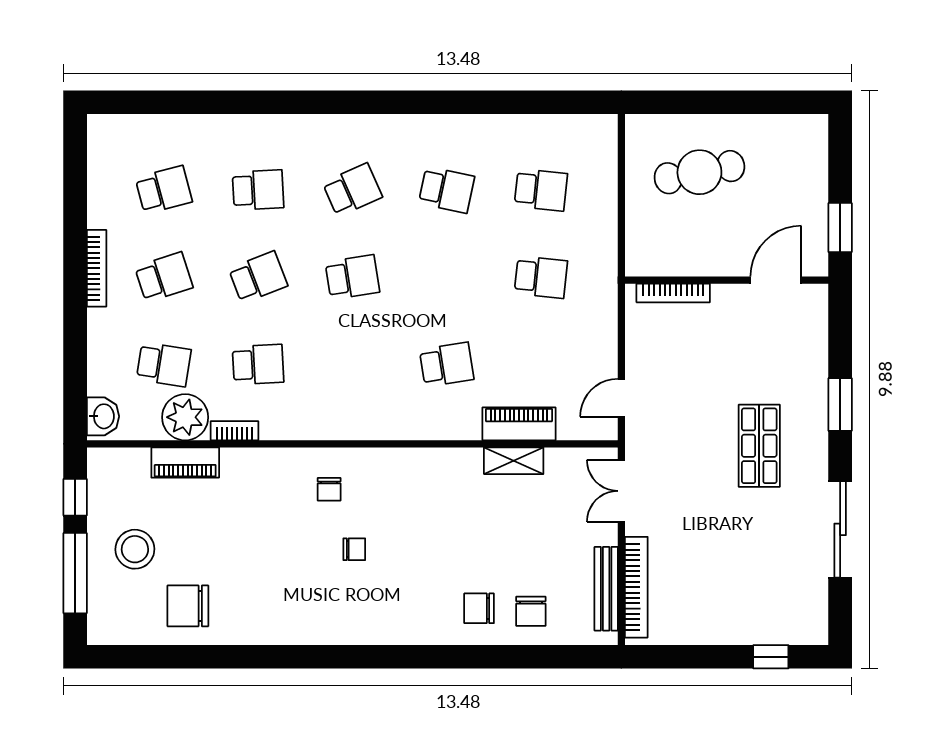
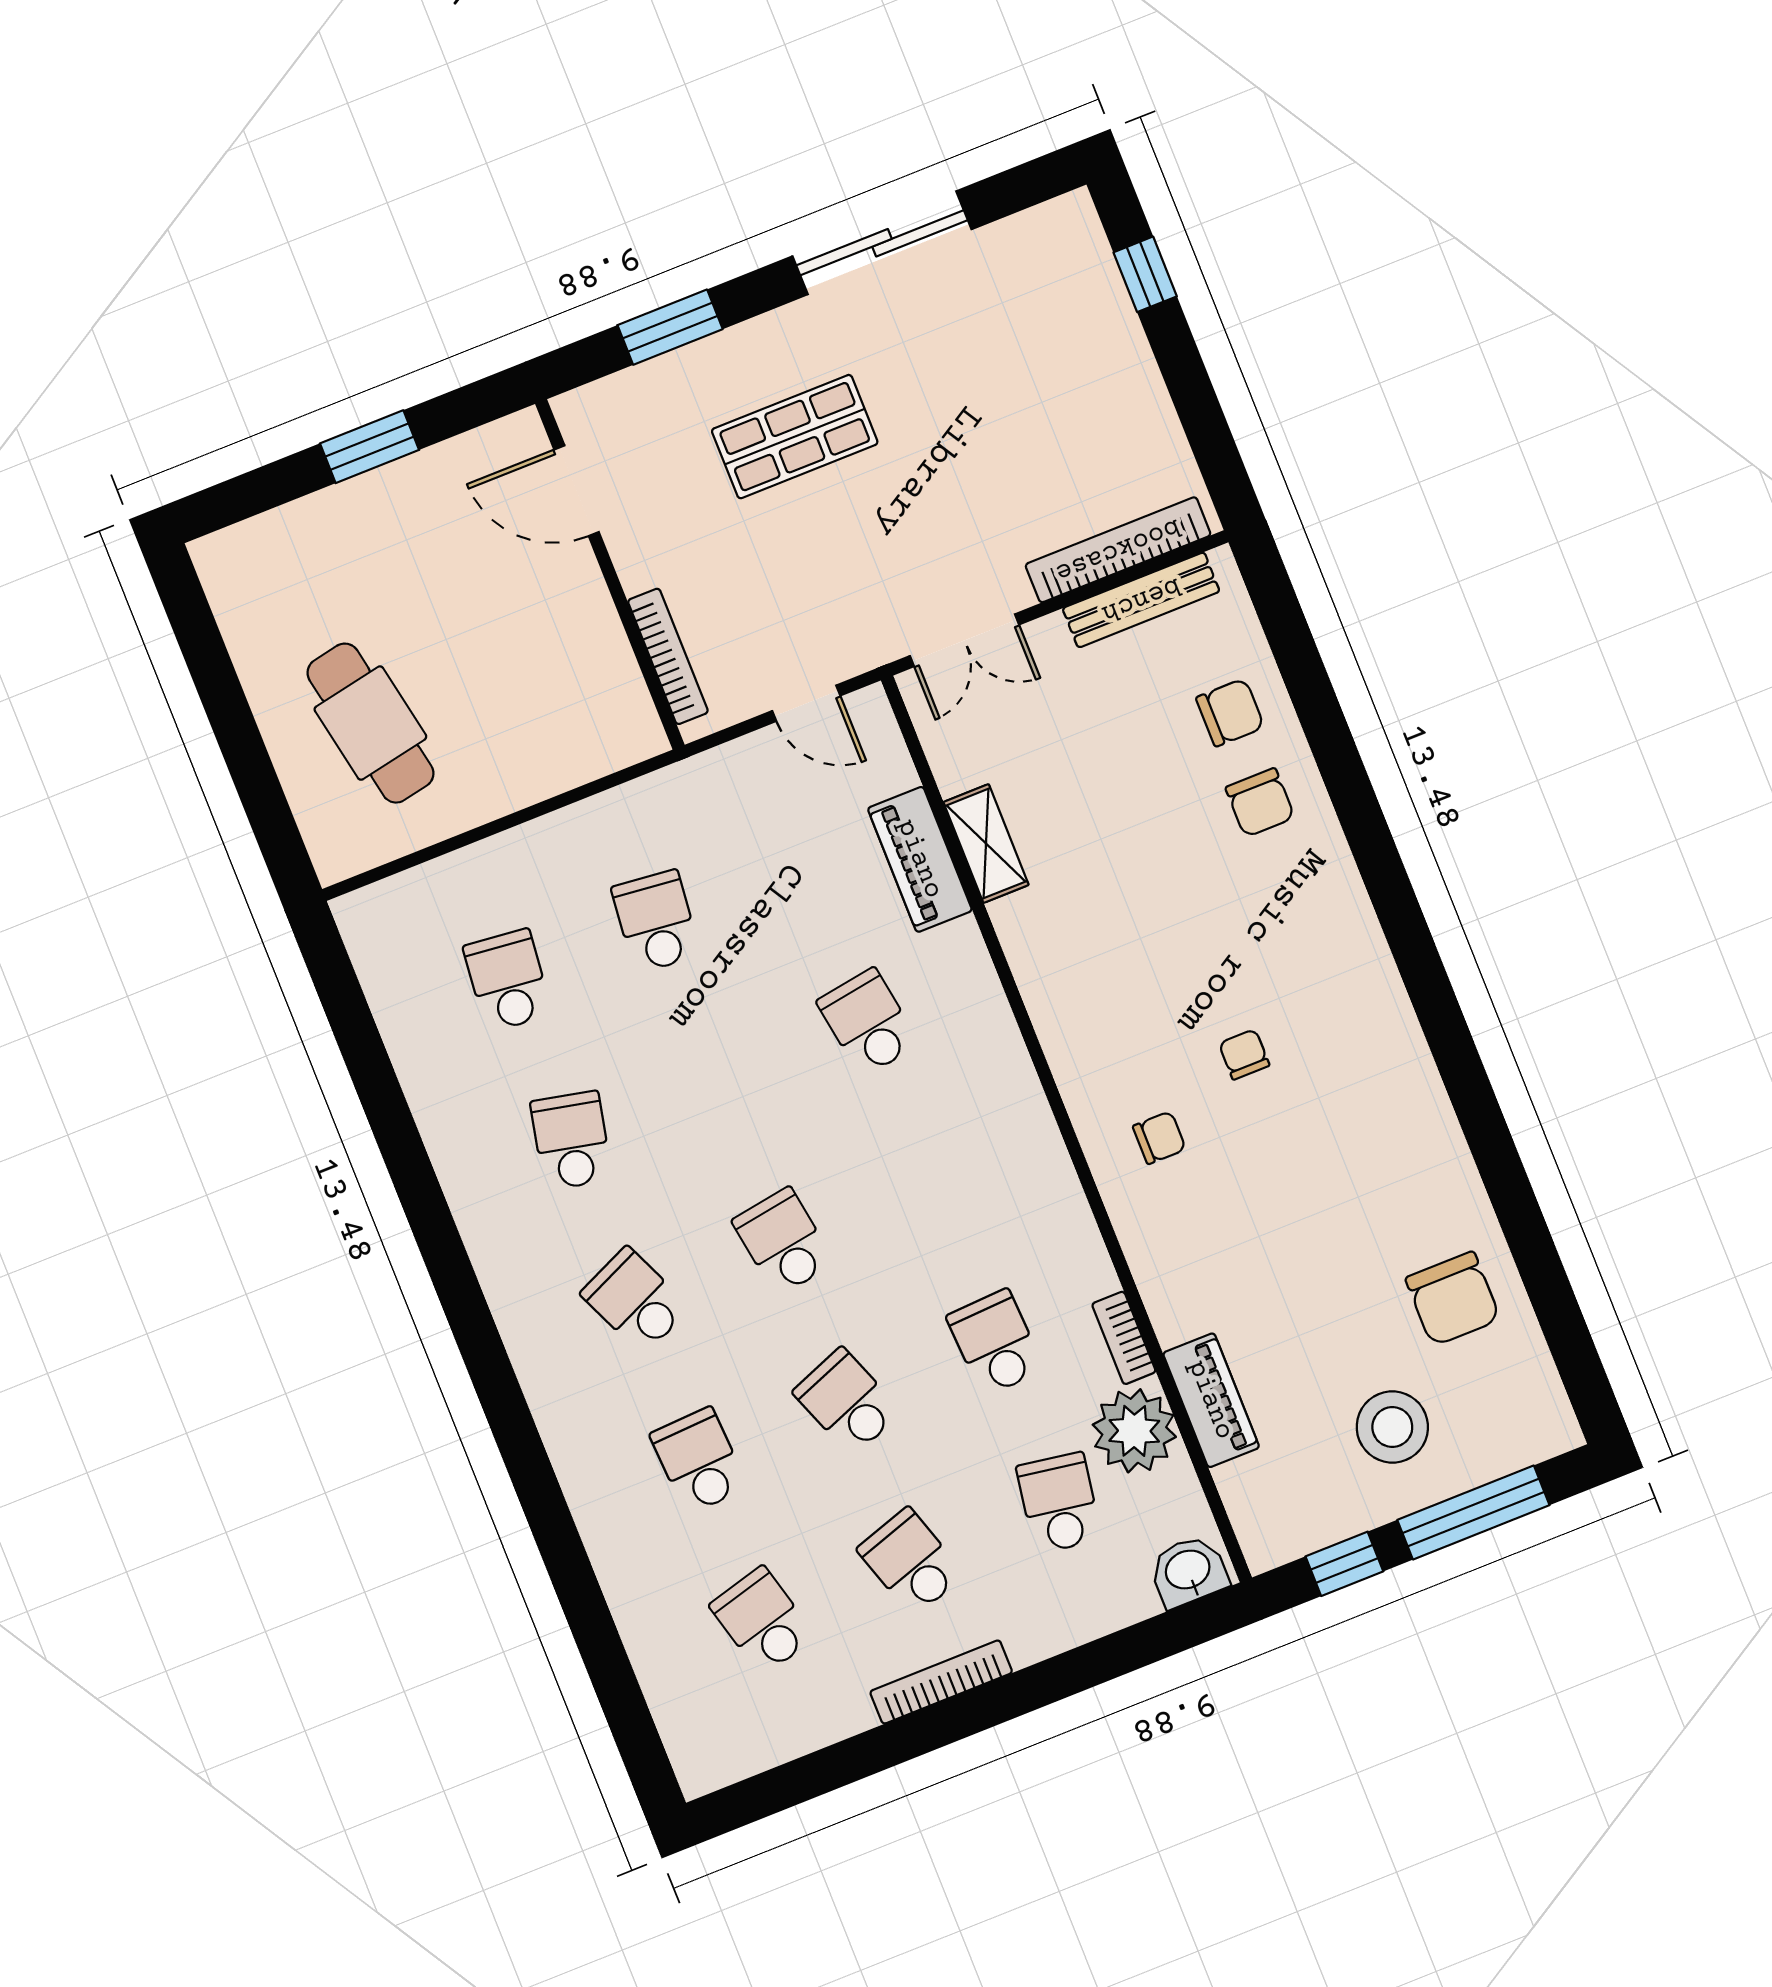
wall: (727, 280) -> (610, 574), moved
door: (776, 280) -> (577, 491), moved
bookcase: (673, 293) -> (668, 656), moved

